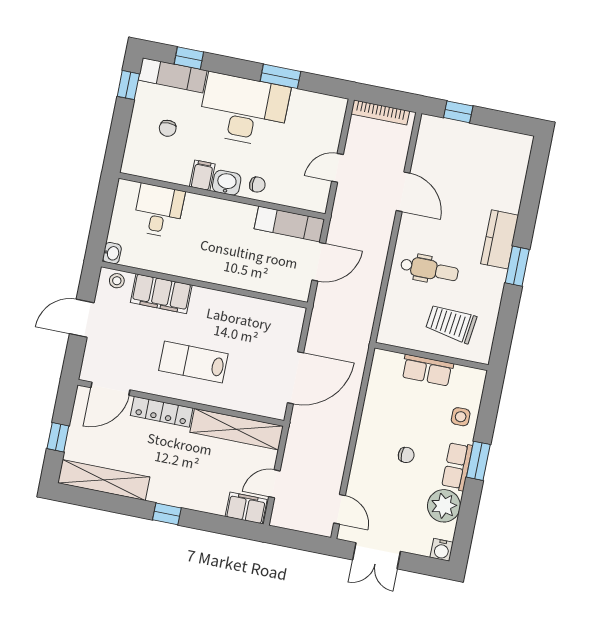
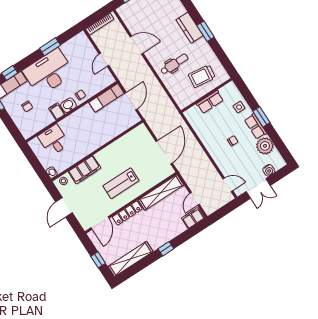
water cooler: (442, 550) -> (269, 170), moved

